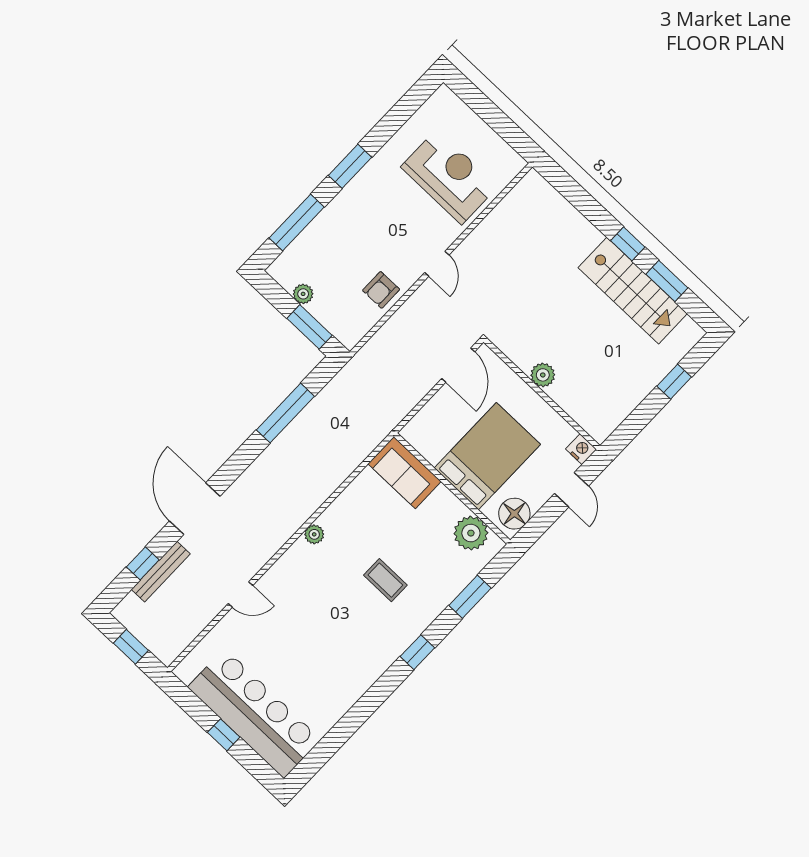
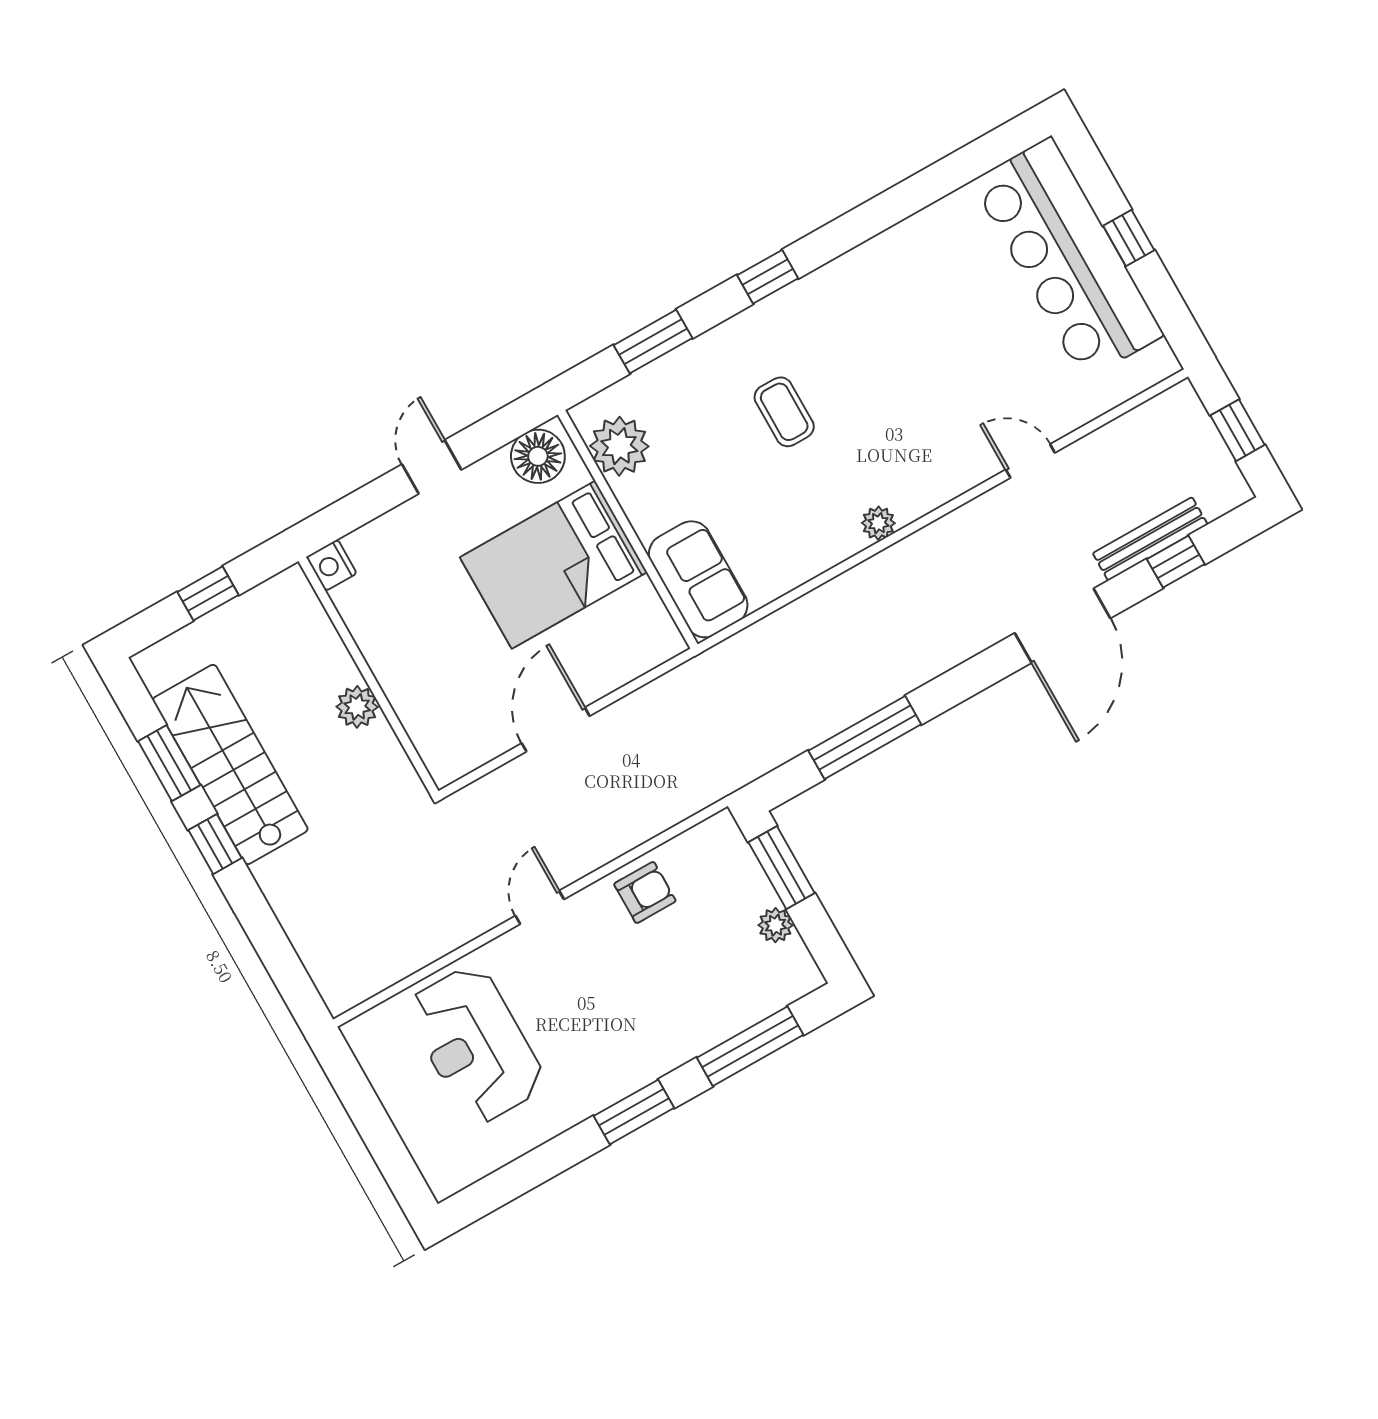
plant: (543, 375) -> (357, 707), moved
wall: (542, 394) -> (368, 676), moved
nightstand: (581, 449) -> (331, 565), moved

